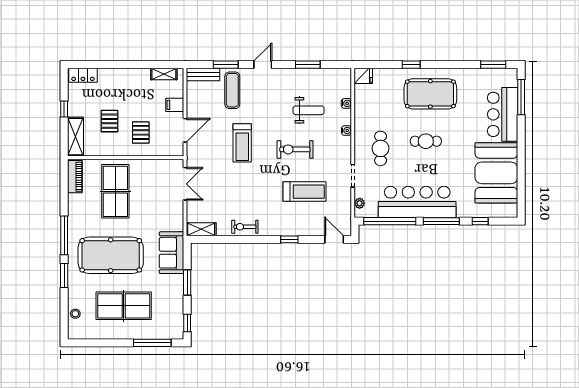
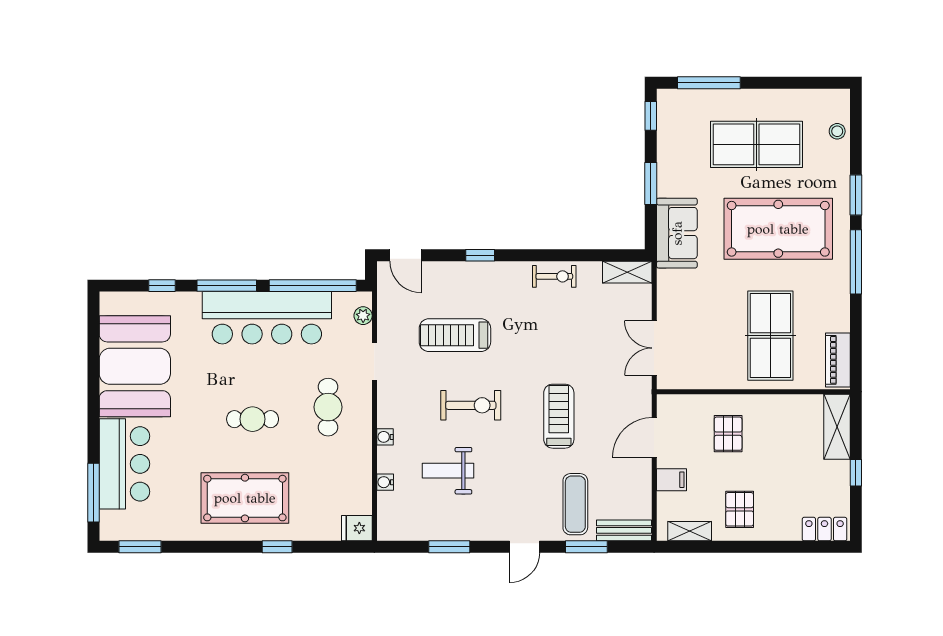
pallet: (110, 121) -> (740, 509), moved

